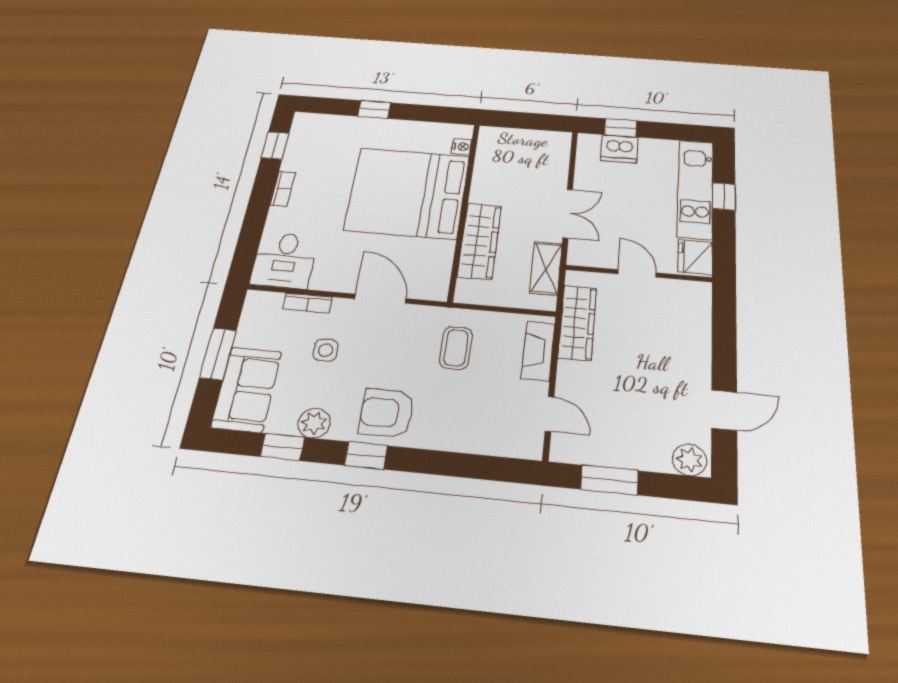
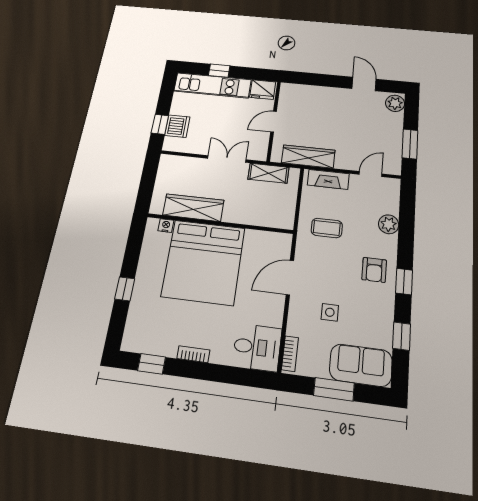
wardrobe: (479, 241) -> (193, 208), moved
bookcase: (308, 303) -> (290, 354), moved
armchair: (387, 413) -> (374, 270), width x0.72, depth x0.72
plant: (314, 423) -> (389, 224), moved

